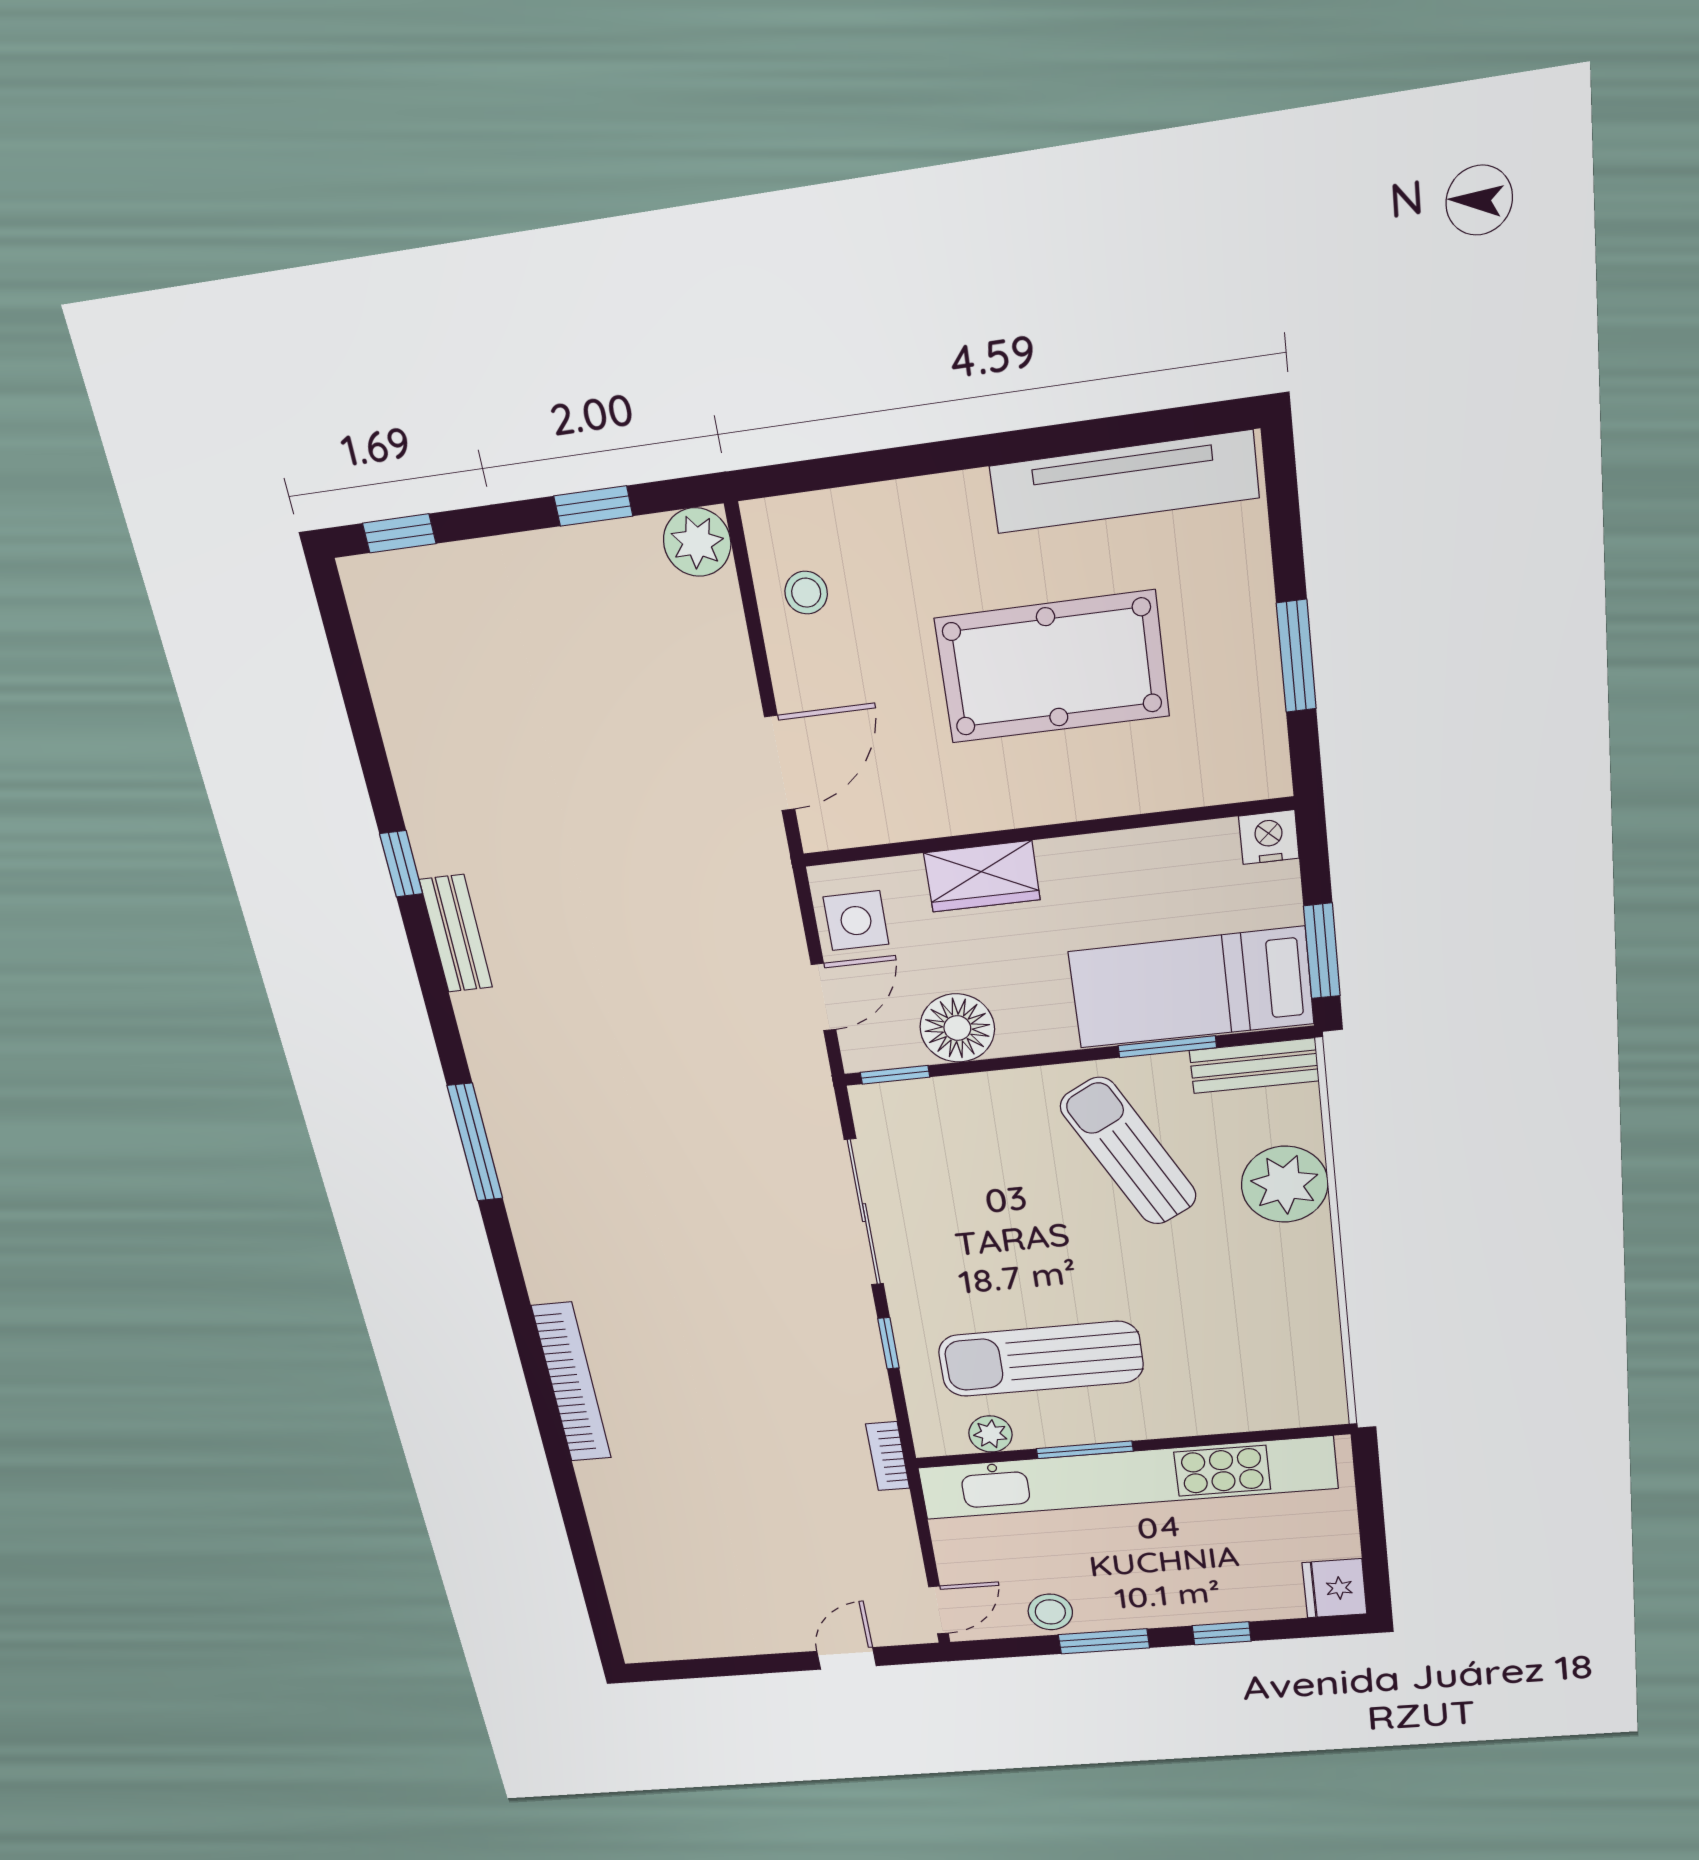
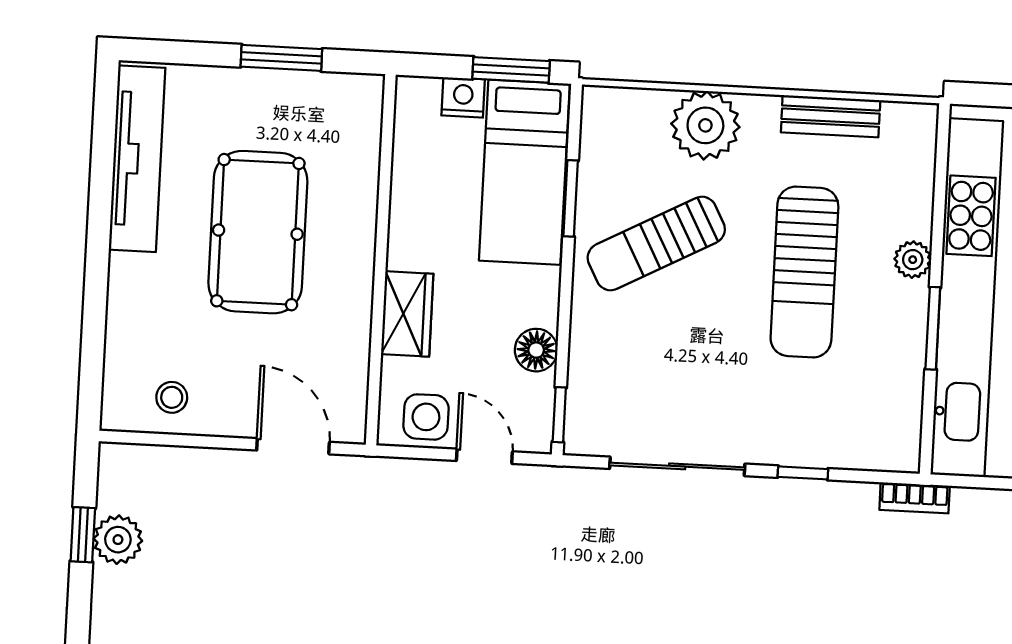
plant: (697, 542) -> (118, 540), moved
nightstand: (1269, 837) -> (463, 97), moved, turned 90
floor lamp: (957, 1028) -> (536, 350), width x0.73, depth x0.73
bench: (1254, 1066) -> (831, 116), moved, turned 90
sun lounger: (1041, 1359) -> (804, 272), moved
plant: (990, 1434) -> (913, 260), moved

